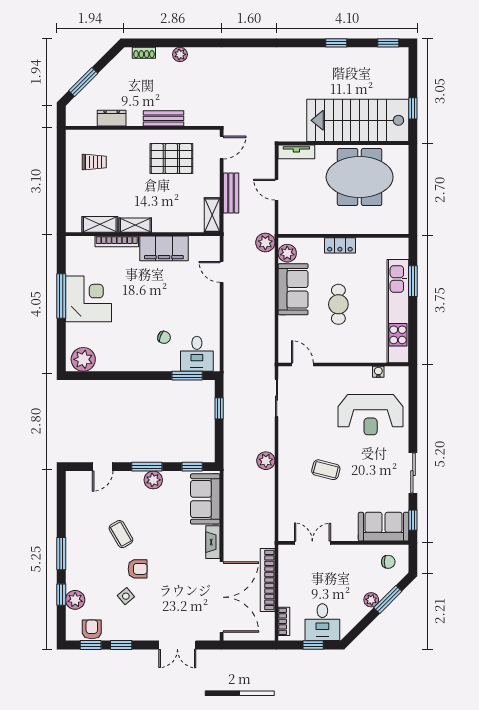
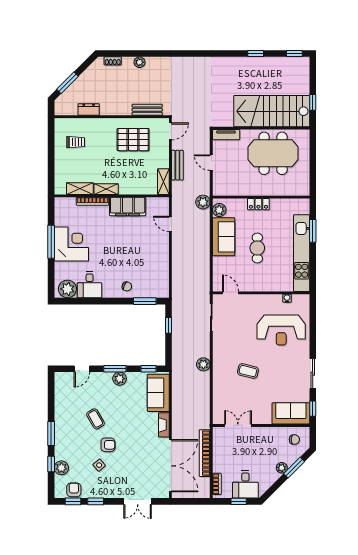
bench: (163, 118) -> (147, 110), moved
chair: (164, 337) -> (127, 286), moved
desk: (197, 354) -> (90, 285), moved

